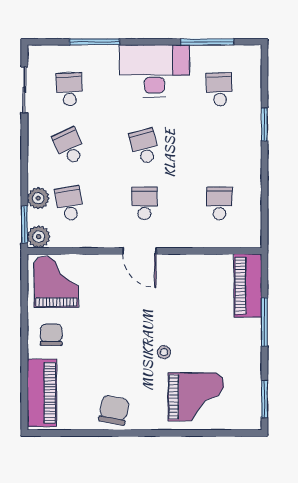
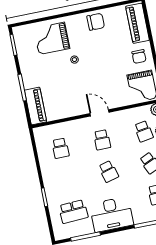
school desk: (219, 89) -> (73, 212), width x1.85
chair: (114, 410) -> (96, 22), turned -101

